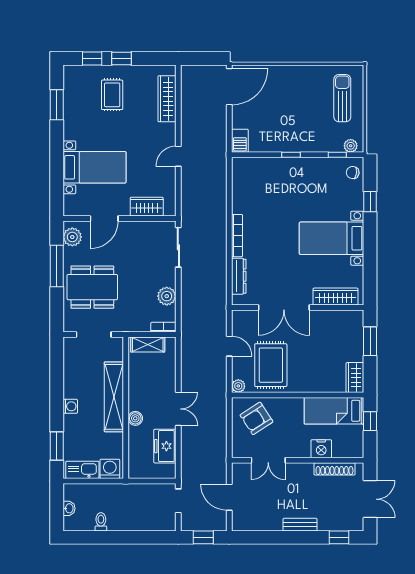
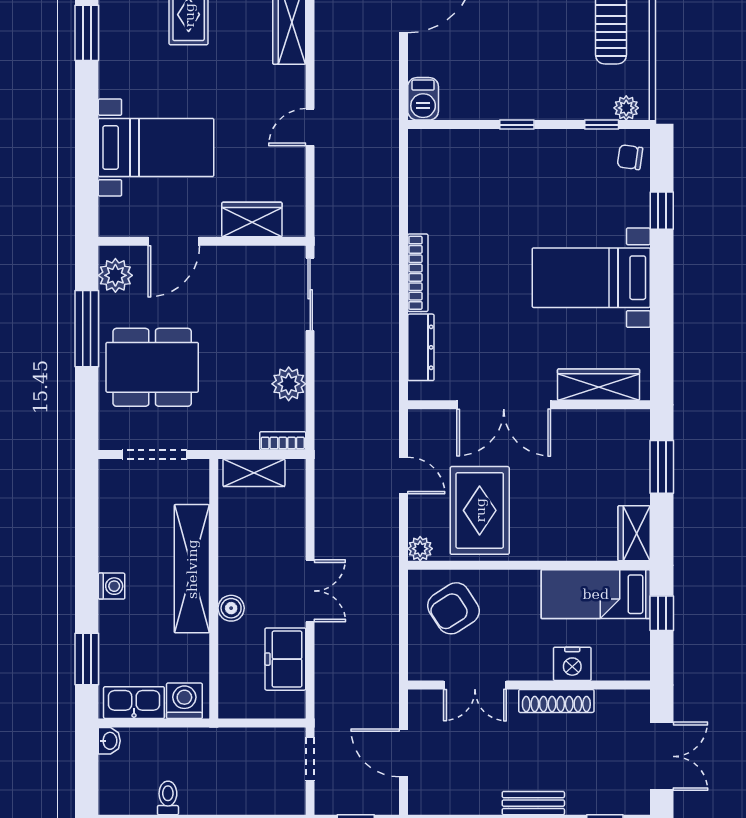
shoe rack: (334, 469) -> (556, 701), moved
washbasin: (69, 508) -> (109, 741), moved

